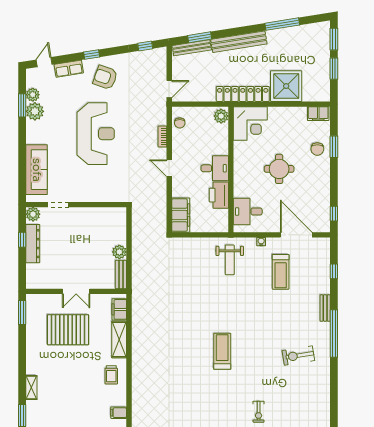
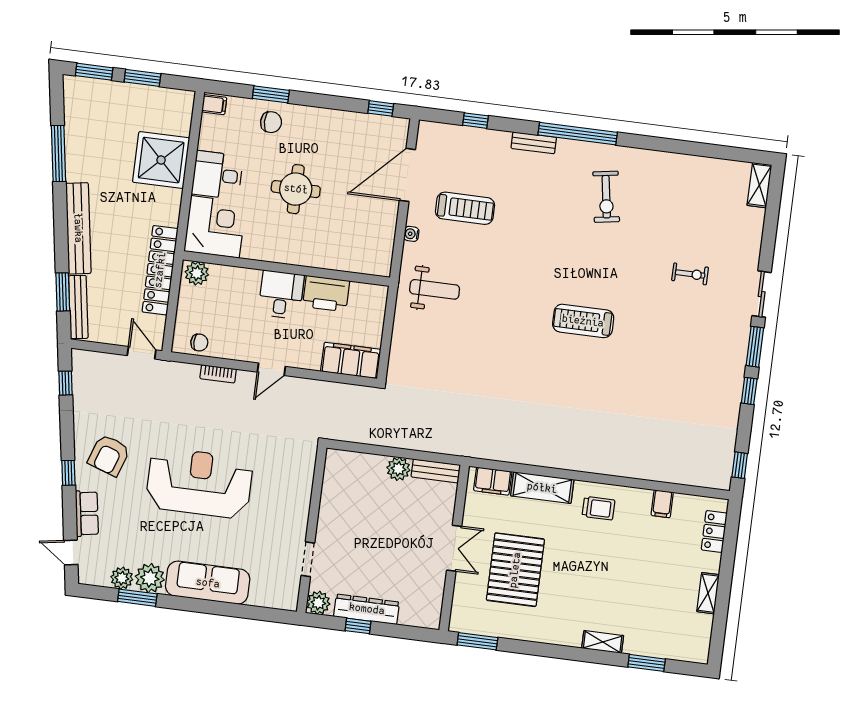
locker: (243, 94) -> (160, 270), moved
filing cabinet: (318, 114) -> (214, 105), width x0.50
sofa: (37, 170) -> (208, 583), moved
desk: (248, 212) -> (217, 175), moved, turned 90

